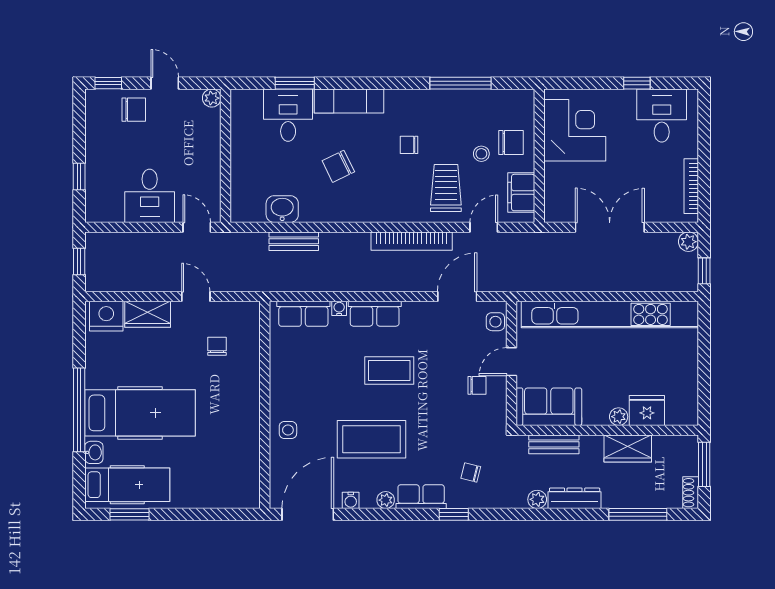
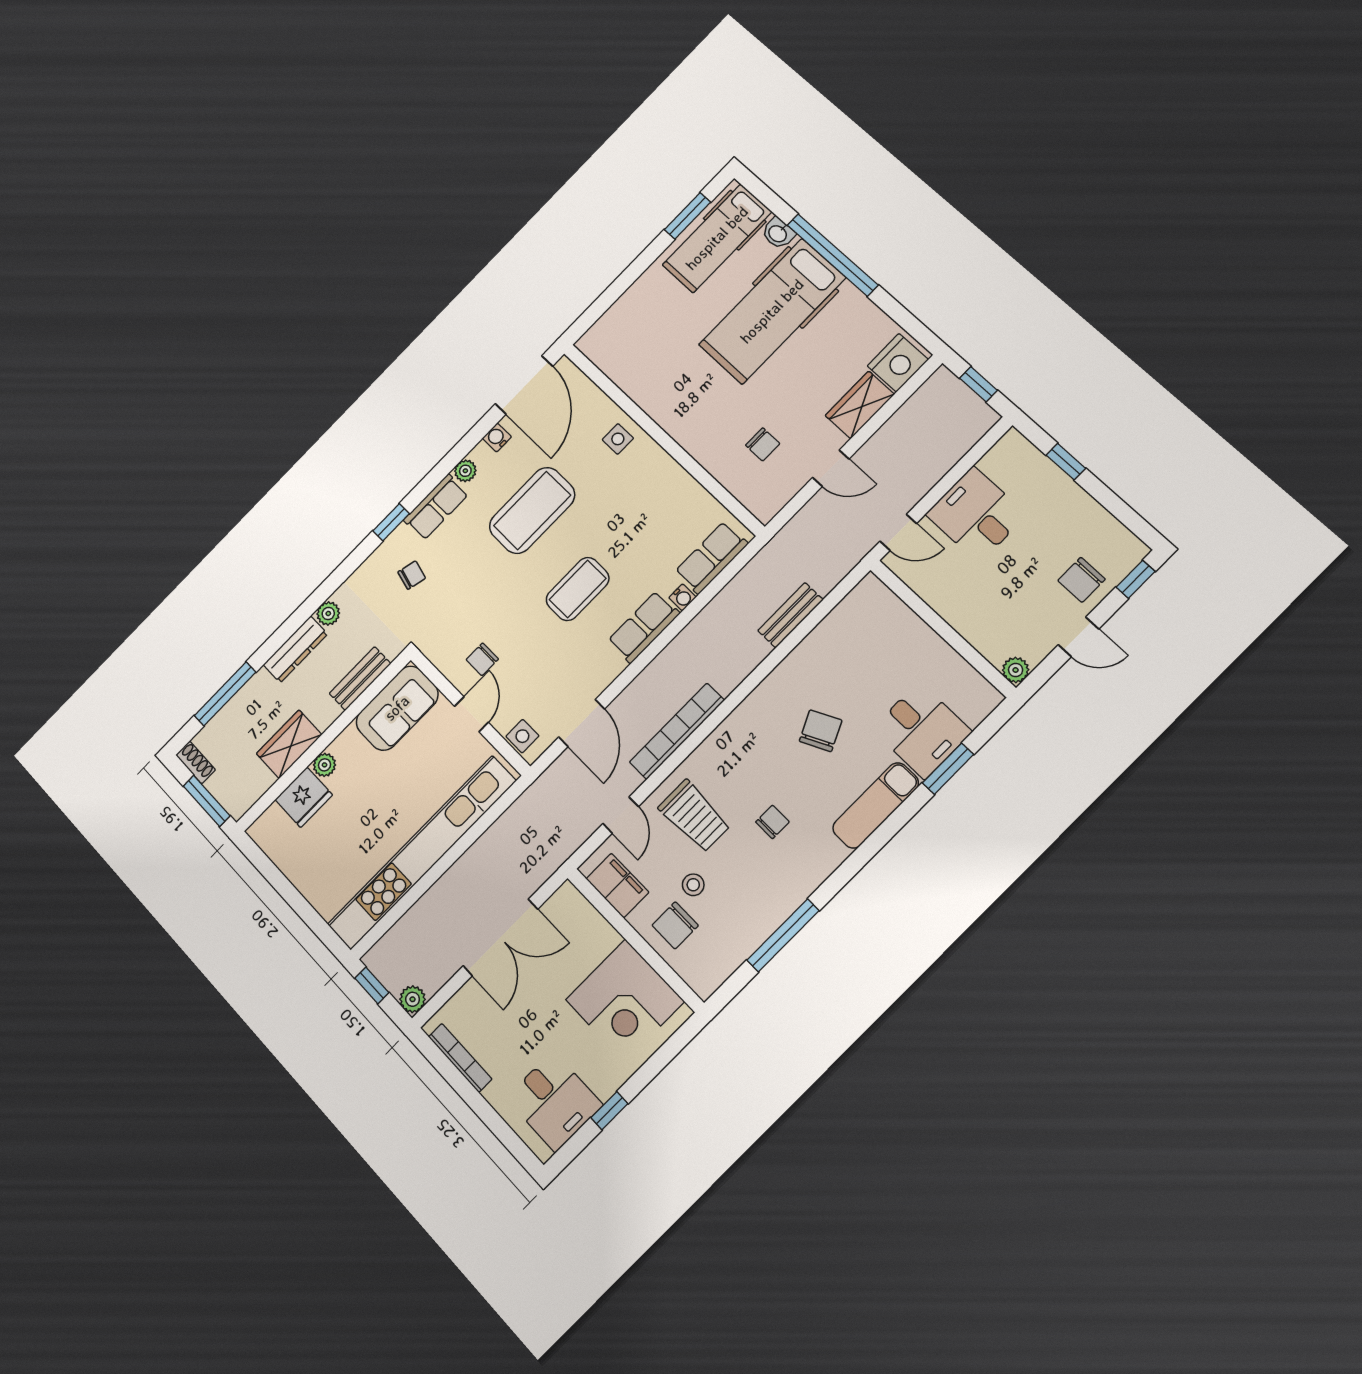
washbasin: (282, 209) -> (833, 634), removed

